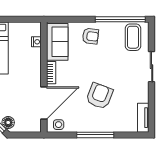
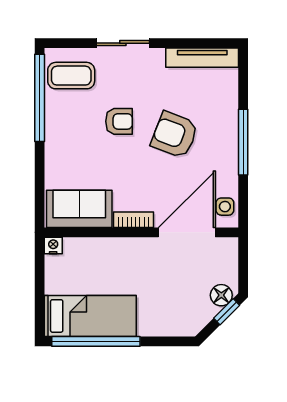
armchair: (90, 36) -> (119, 121), moved, turned 83
nightstand: (36, 42) -> (53, 246), moved
door: (44, 103) -> (187, 232), hinge flipped
tv unit: (143, 118) -> (202, 58), width x1.41

